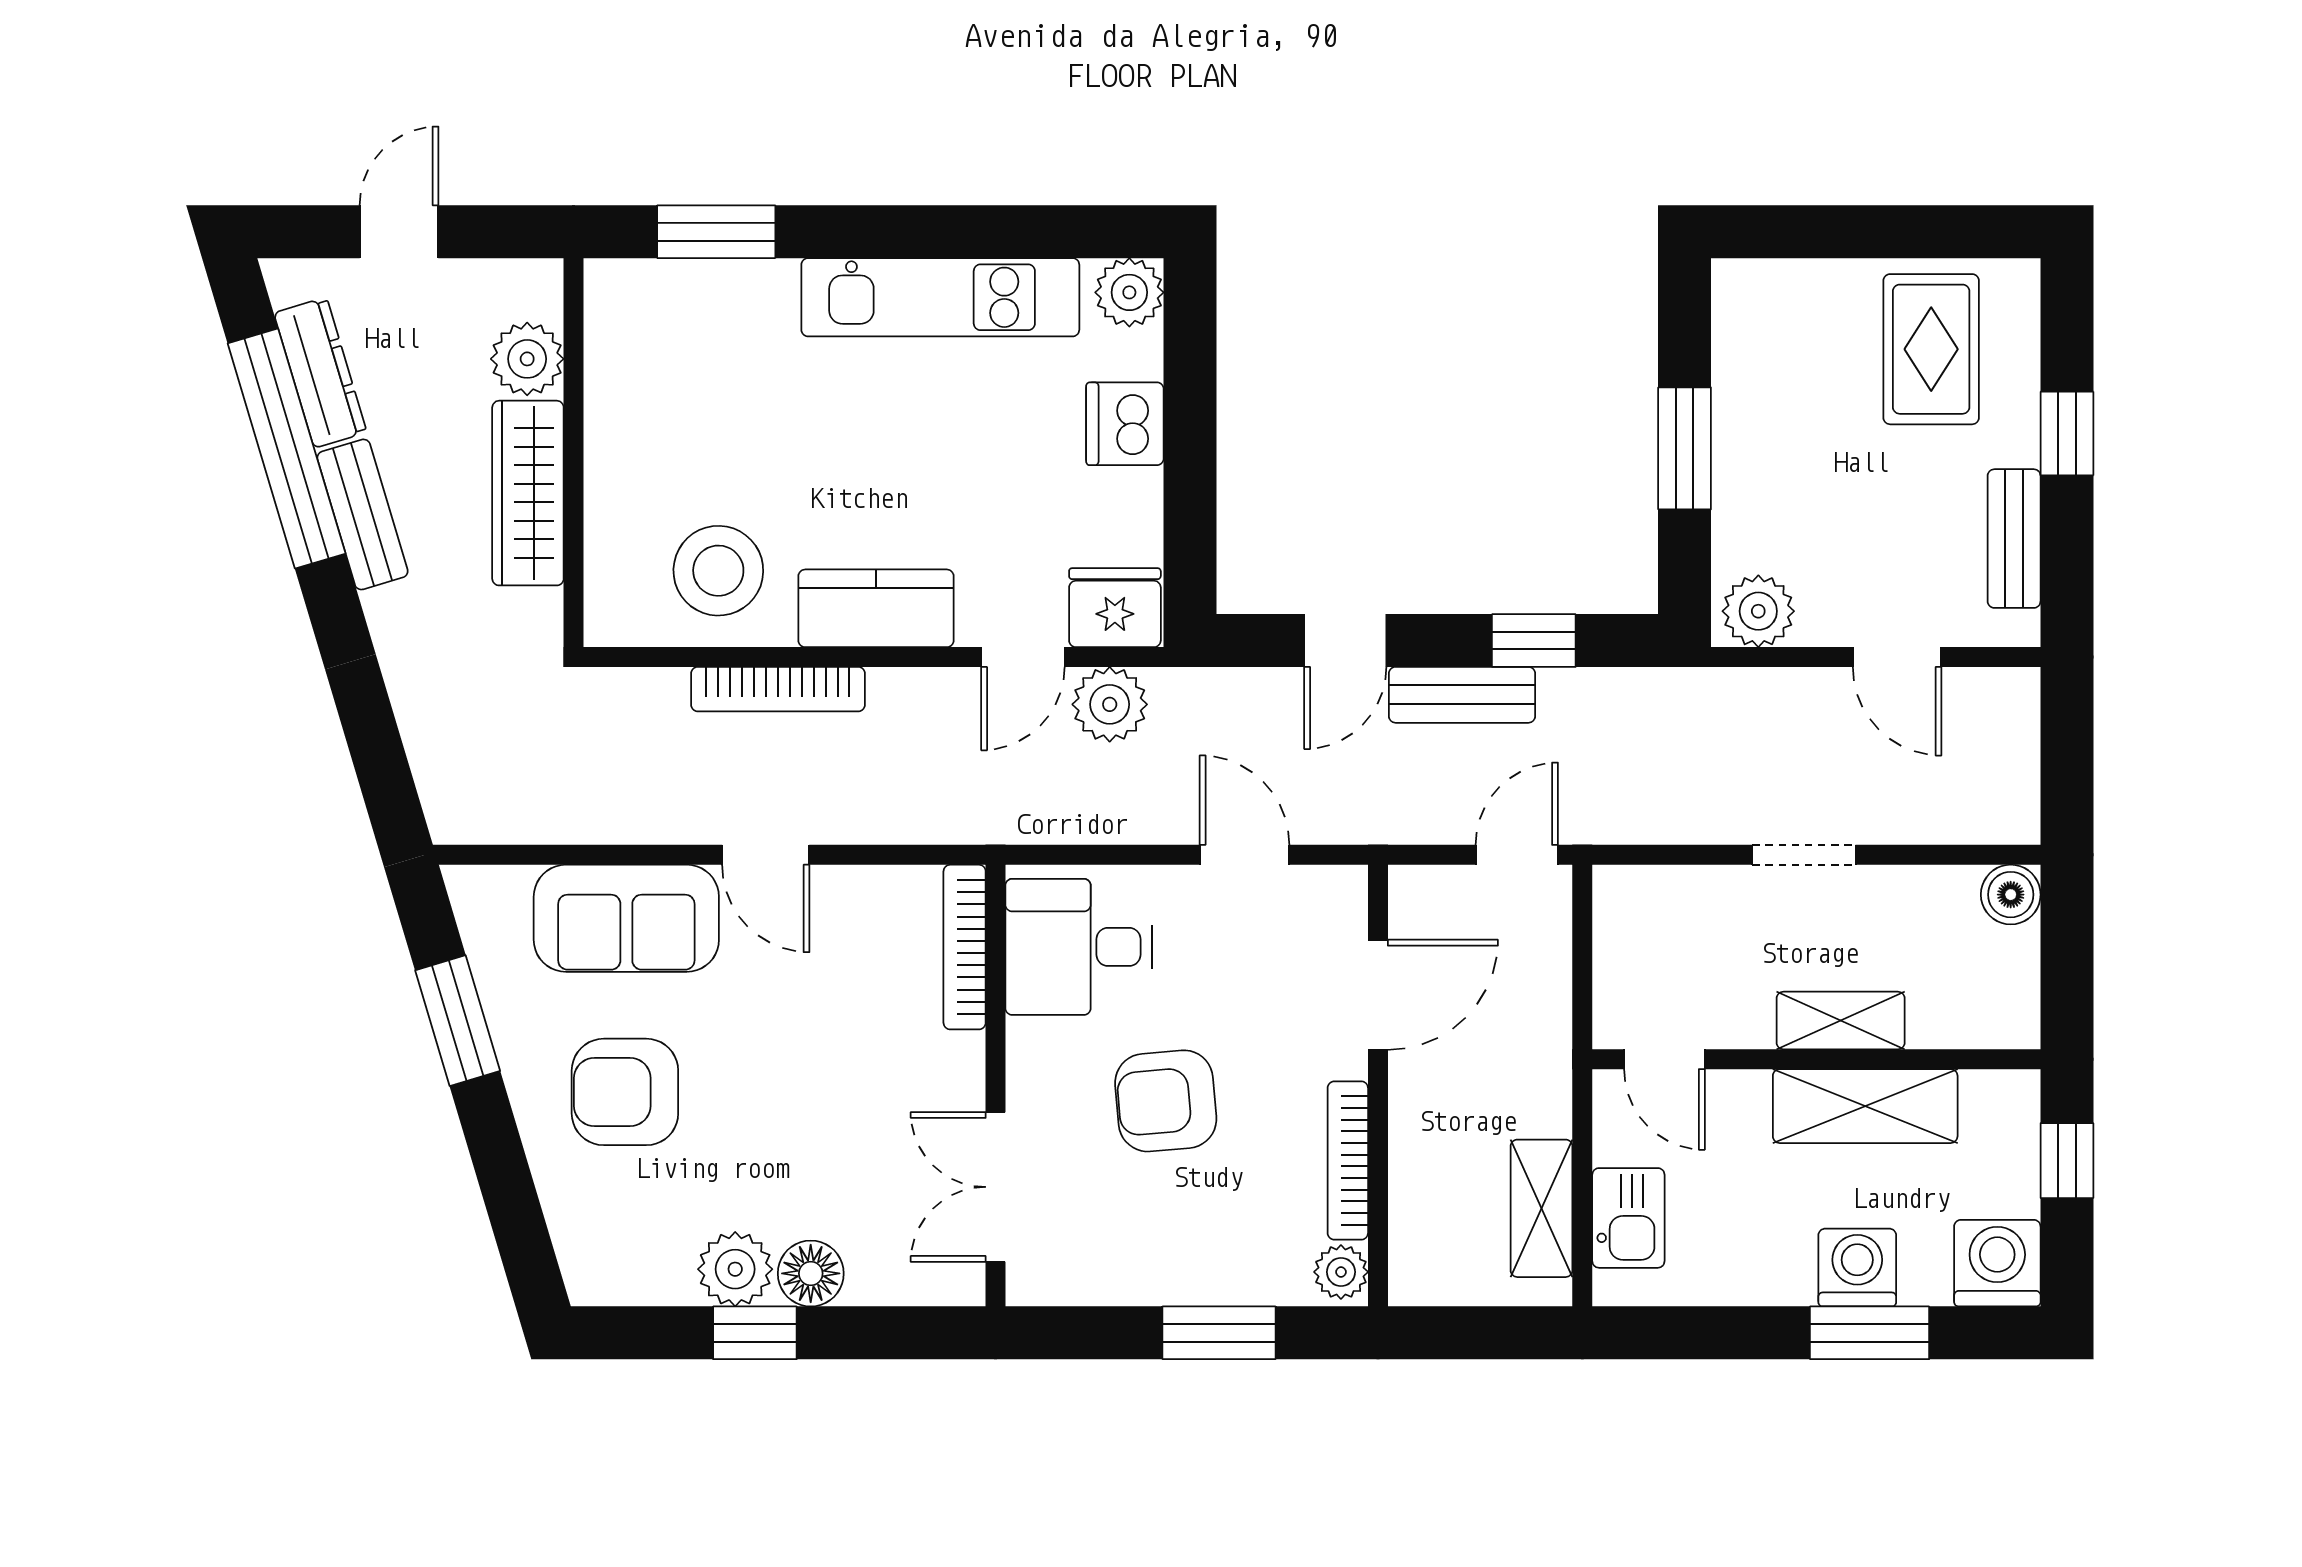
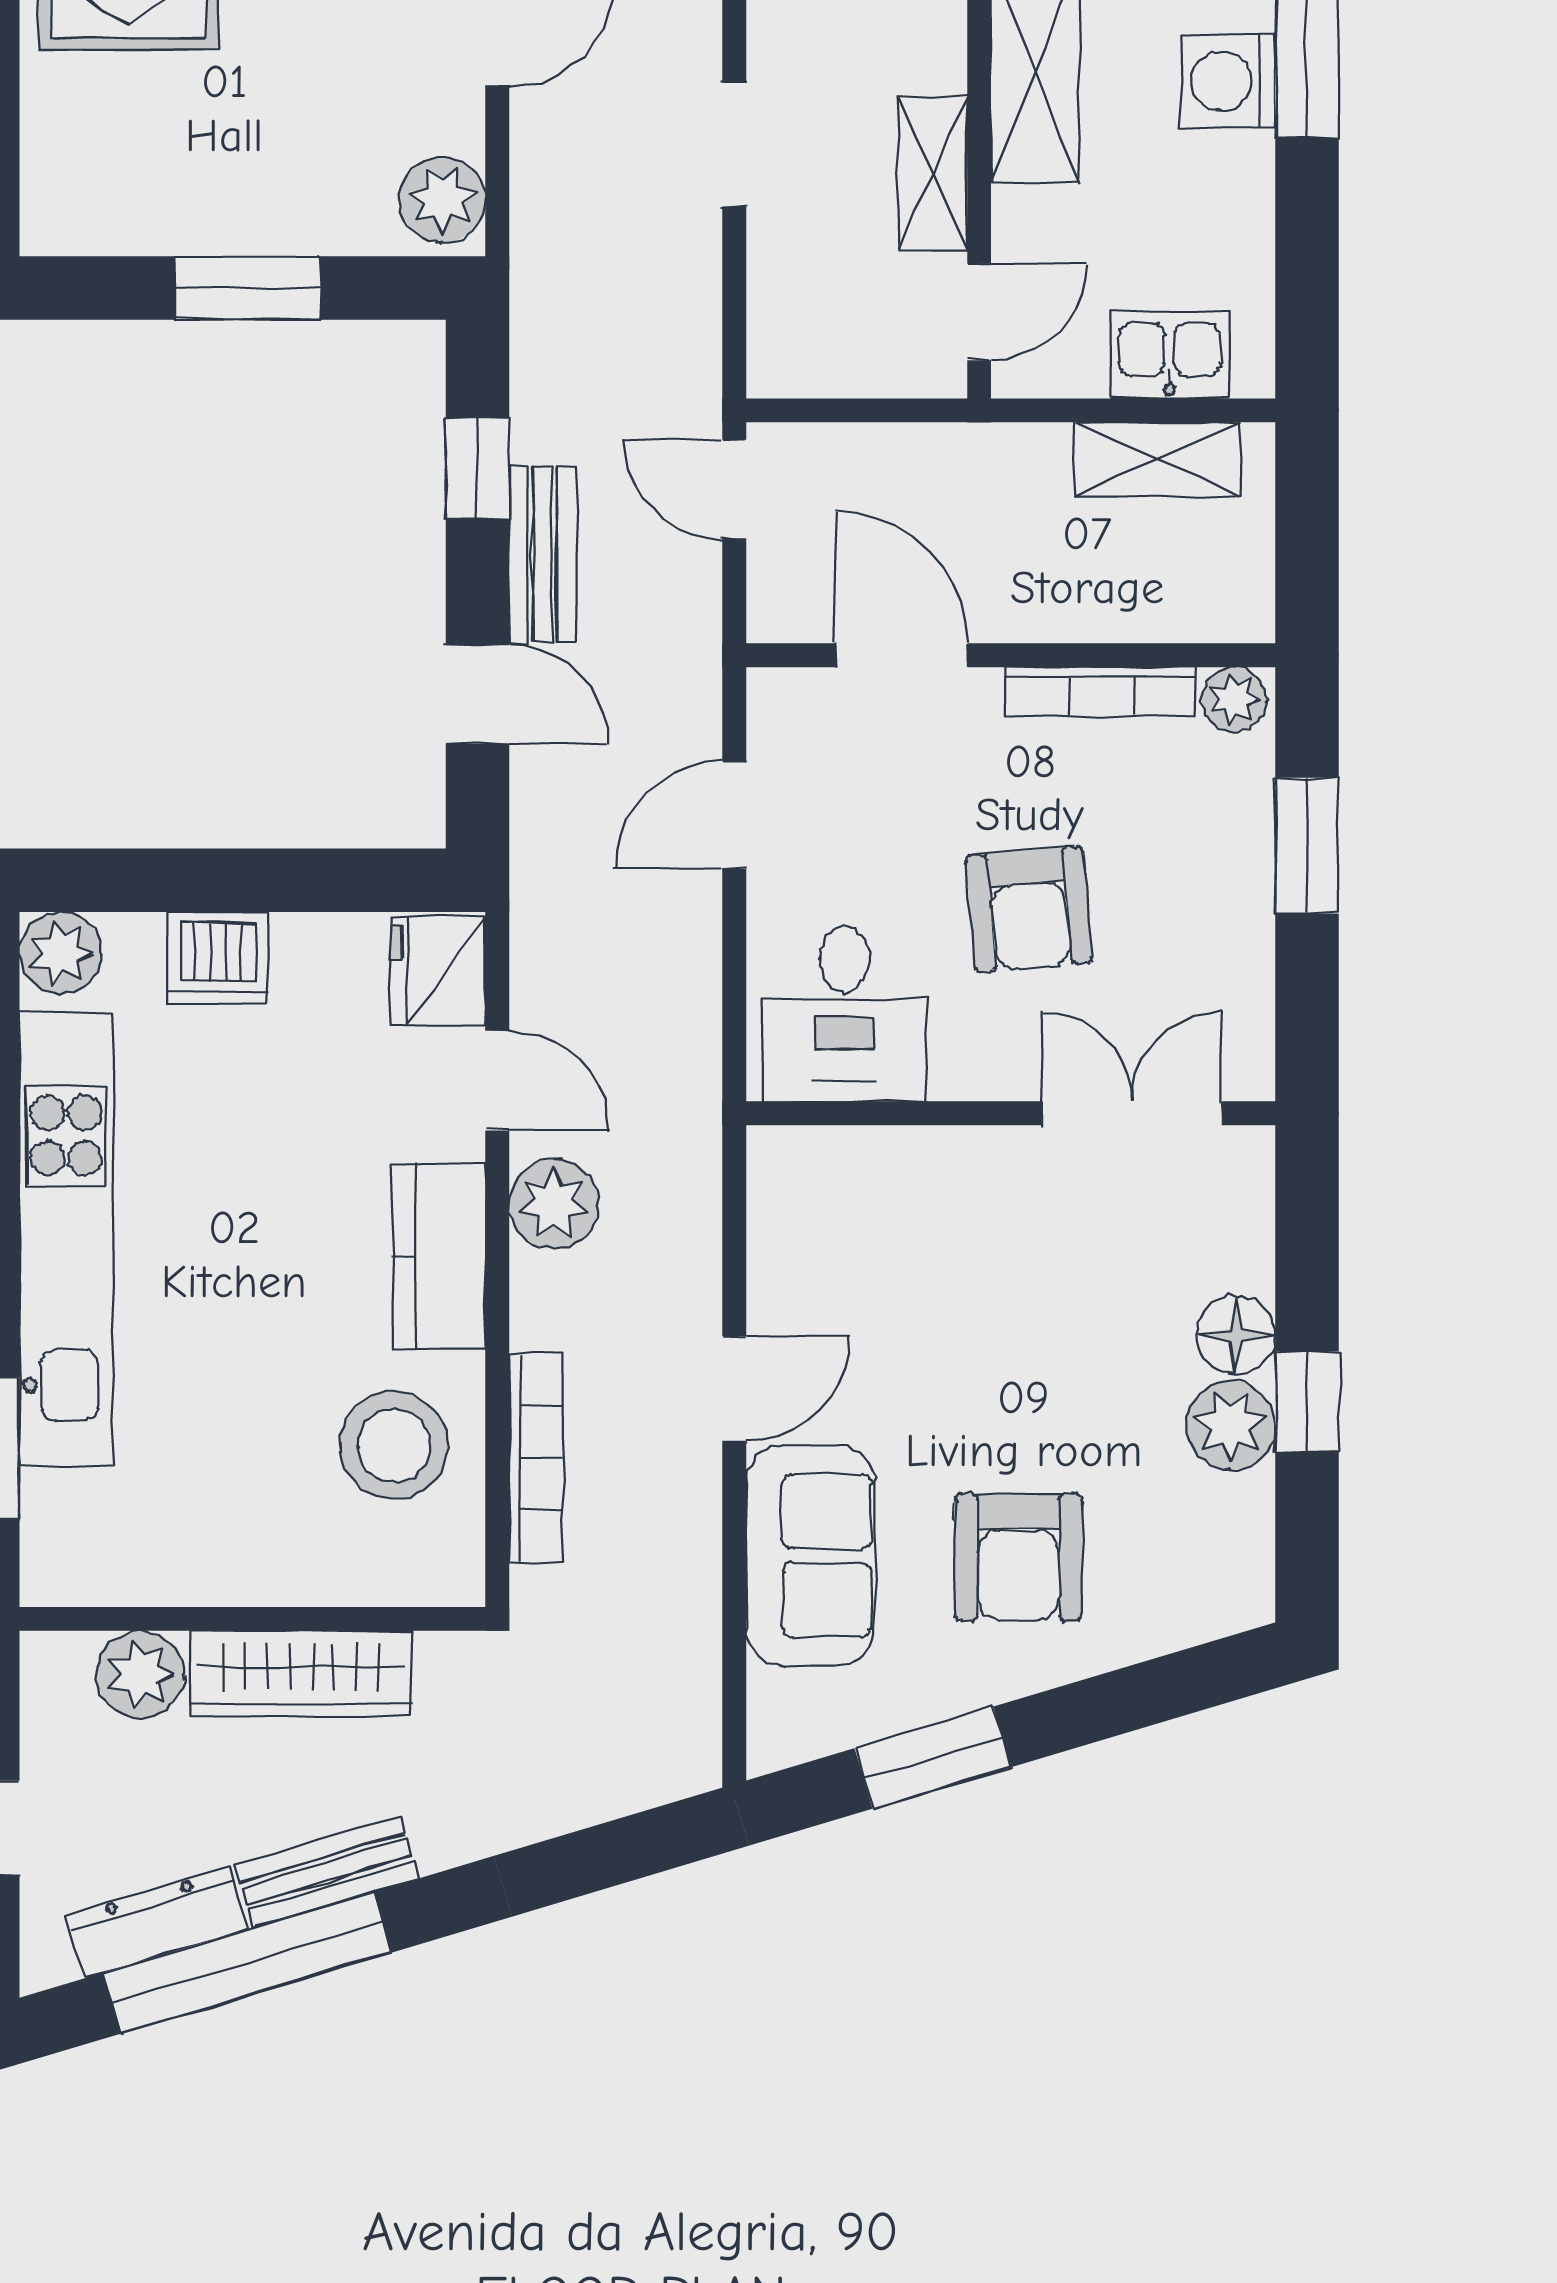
kitchen unit: (940, 297) -> (66, 1240), width x1.36
bookcase: (778, 689) -> (536, 1458), moved
plant: (1110, 704) -> (554, 1204), moved
bookcase: (965, 947) -> (845, 1150), removed
shelving: (1841, 1021) -> (933, 173), moved
double door: (996, 1187) -> (1132, 1113), swing flipped

